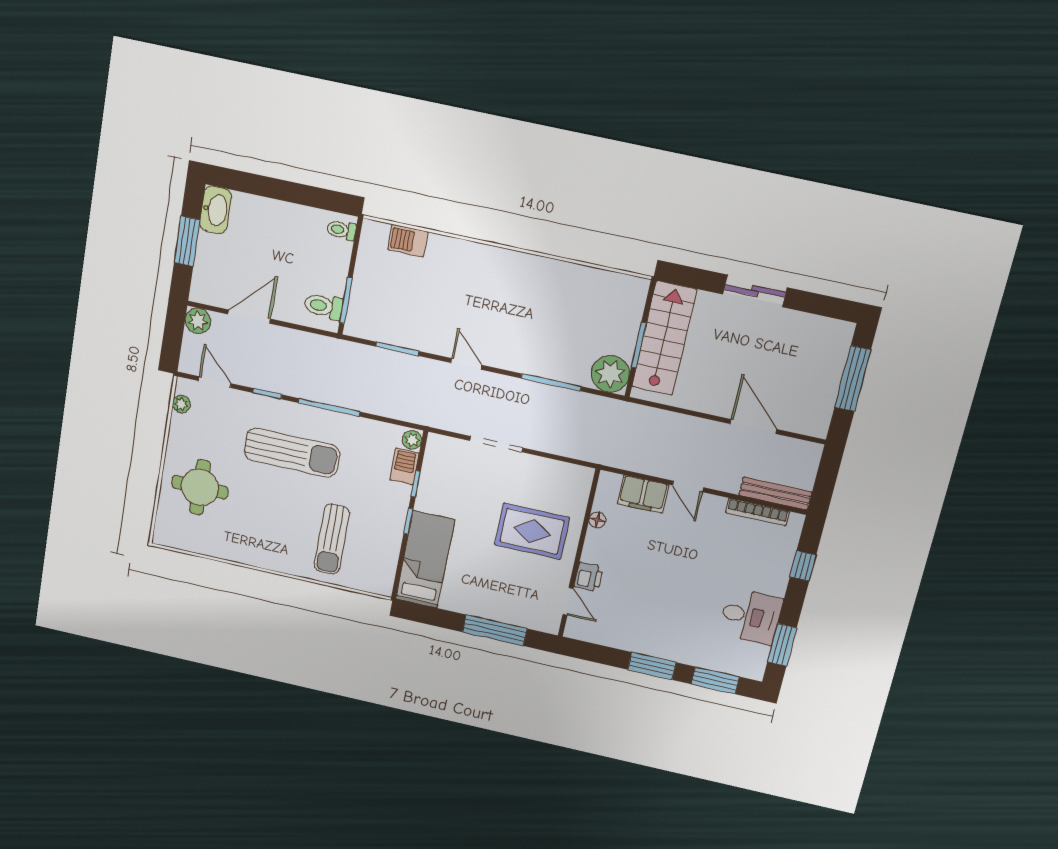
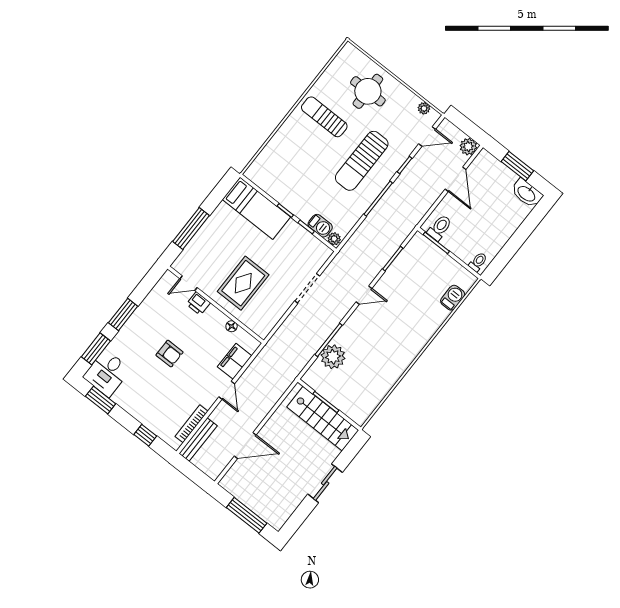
plant: (610, 374) -> (333, 357), moved
door: (688, 486) -> (227, 390), swing flipped
sun lounger: (332, 539) -> (324, 117), moved
armchair: (675, 584) -> (170, 354), added
desk: (751, 617) -> (107, 373), moved

